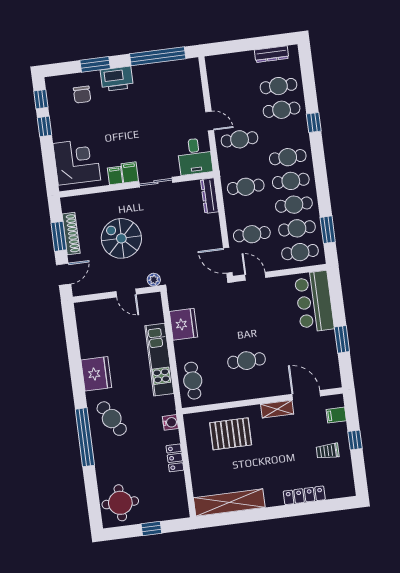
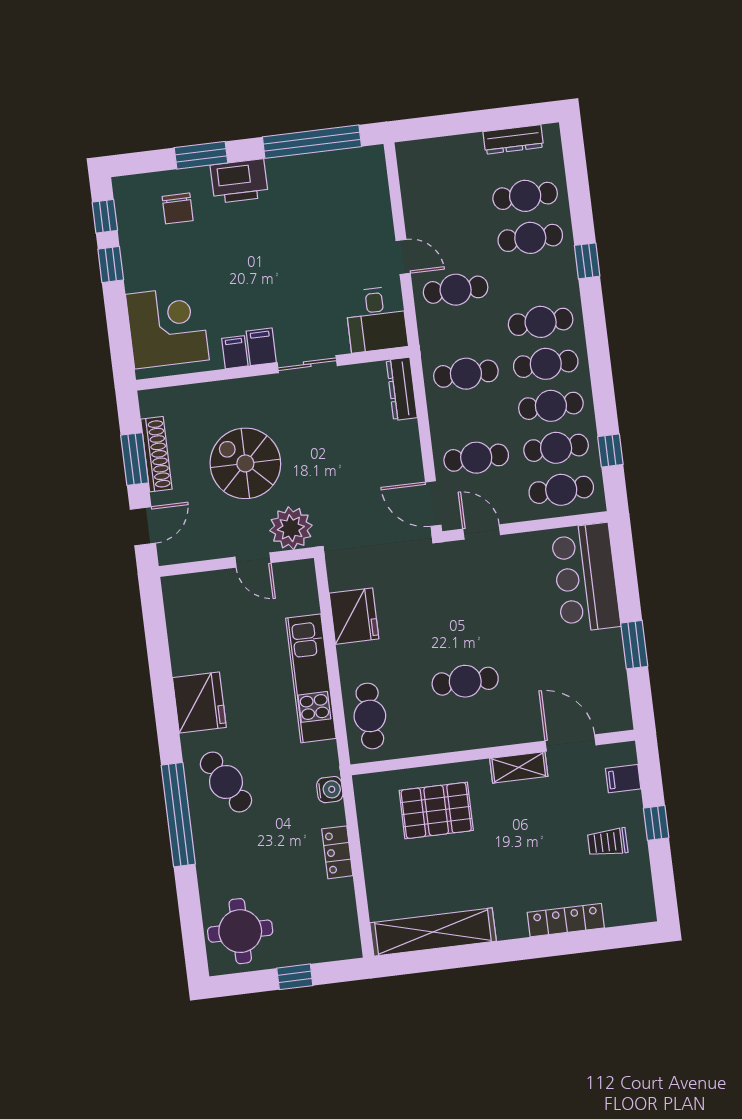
window: (328, 230) -> (610, 451), width x0.67
plant: (154, 280) -> (291, 528), width x1.87, depth x1.87

